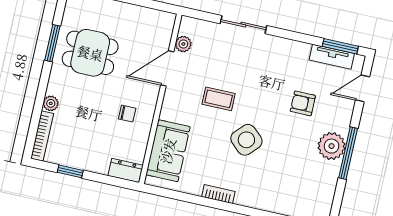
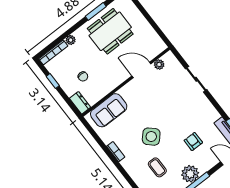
dining table: (90, 53) -> (110, 31), width x1.38
coffee table: (219, 99) -> (157, 167), moved
chair: (127, 114) -> (83, 76), moved

